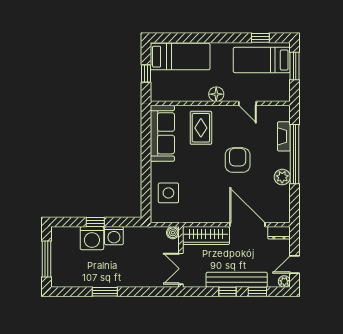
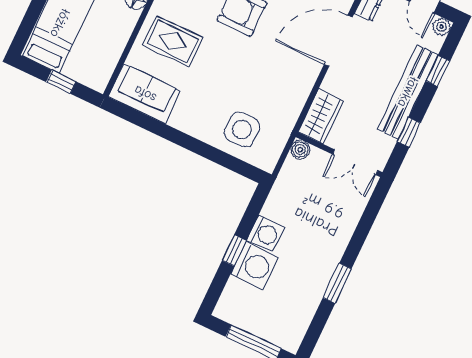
sofa: (162, 133) -> (145, 94), width x0.73
wardrobe: (206, 236) -> (321, 116), width x0.67
window: (227, 292) -> (409, 132), moved

